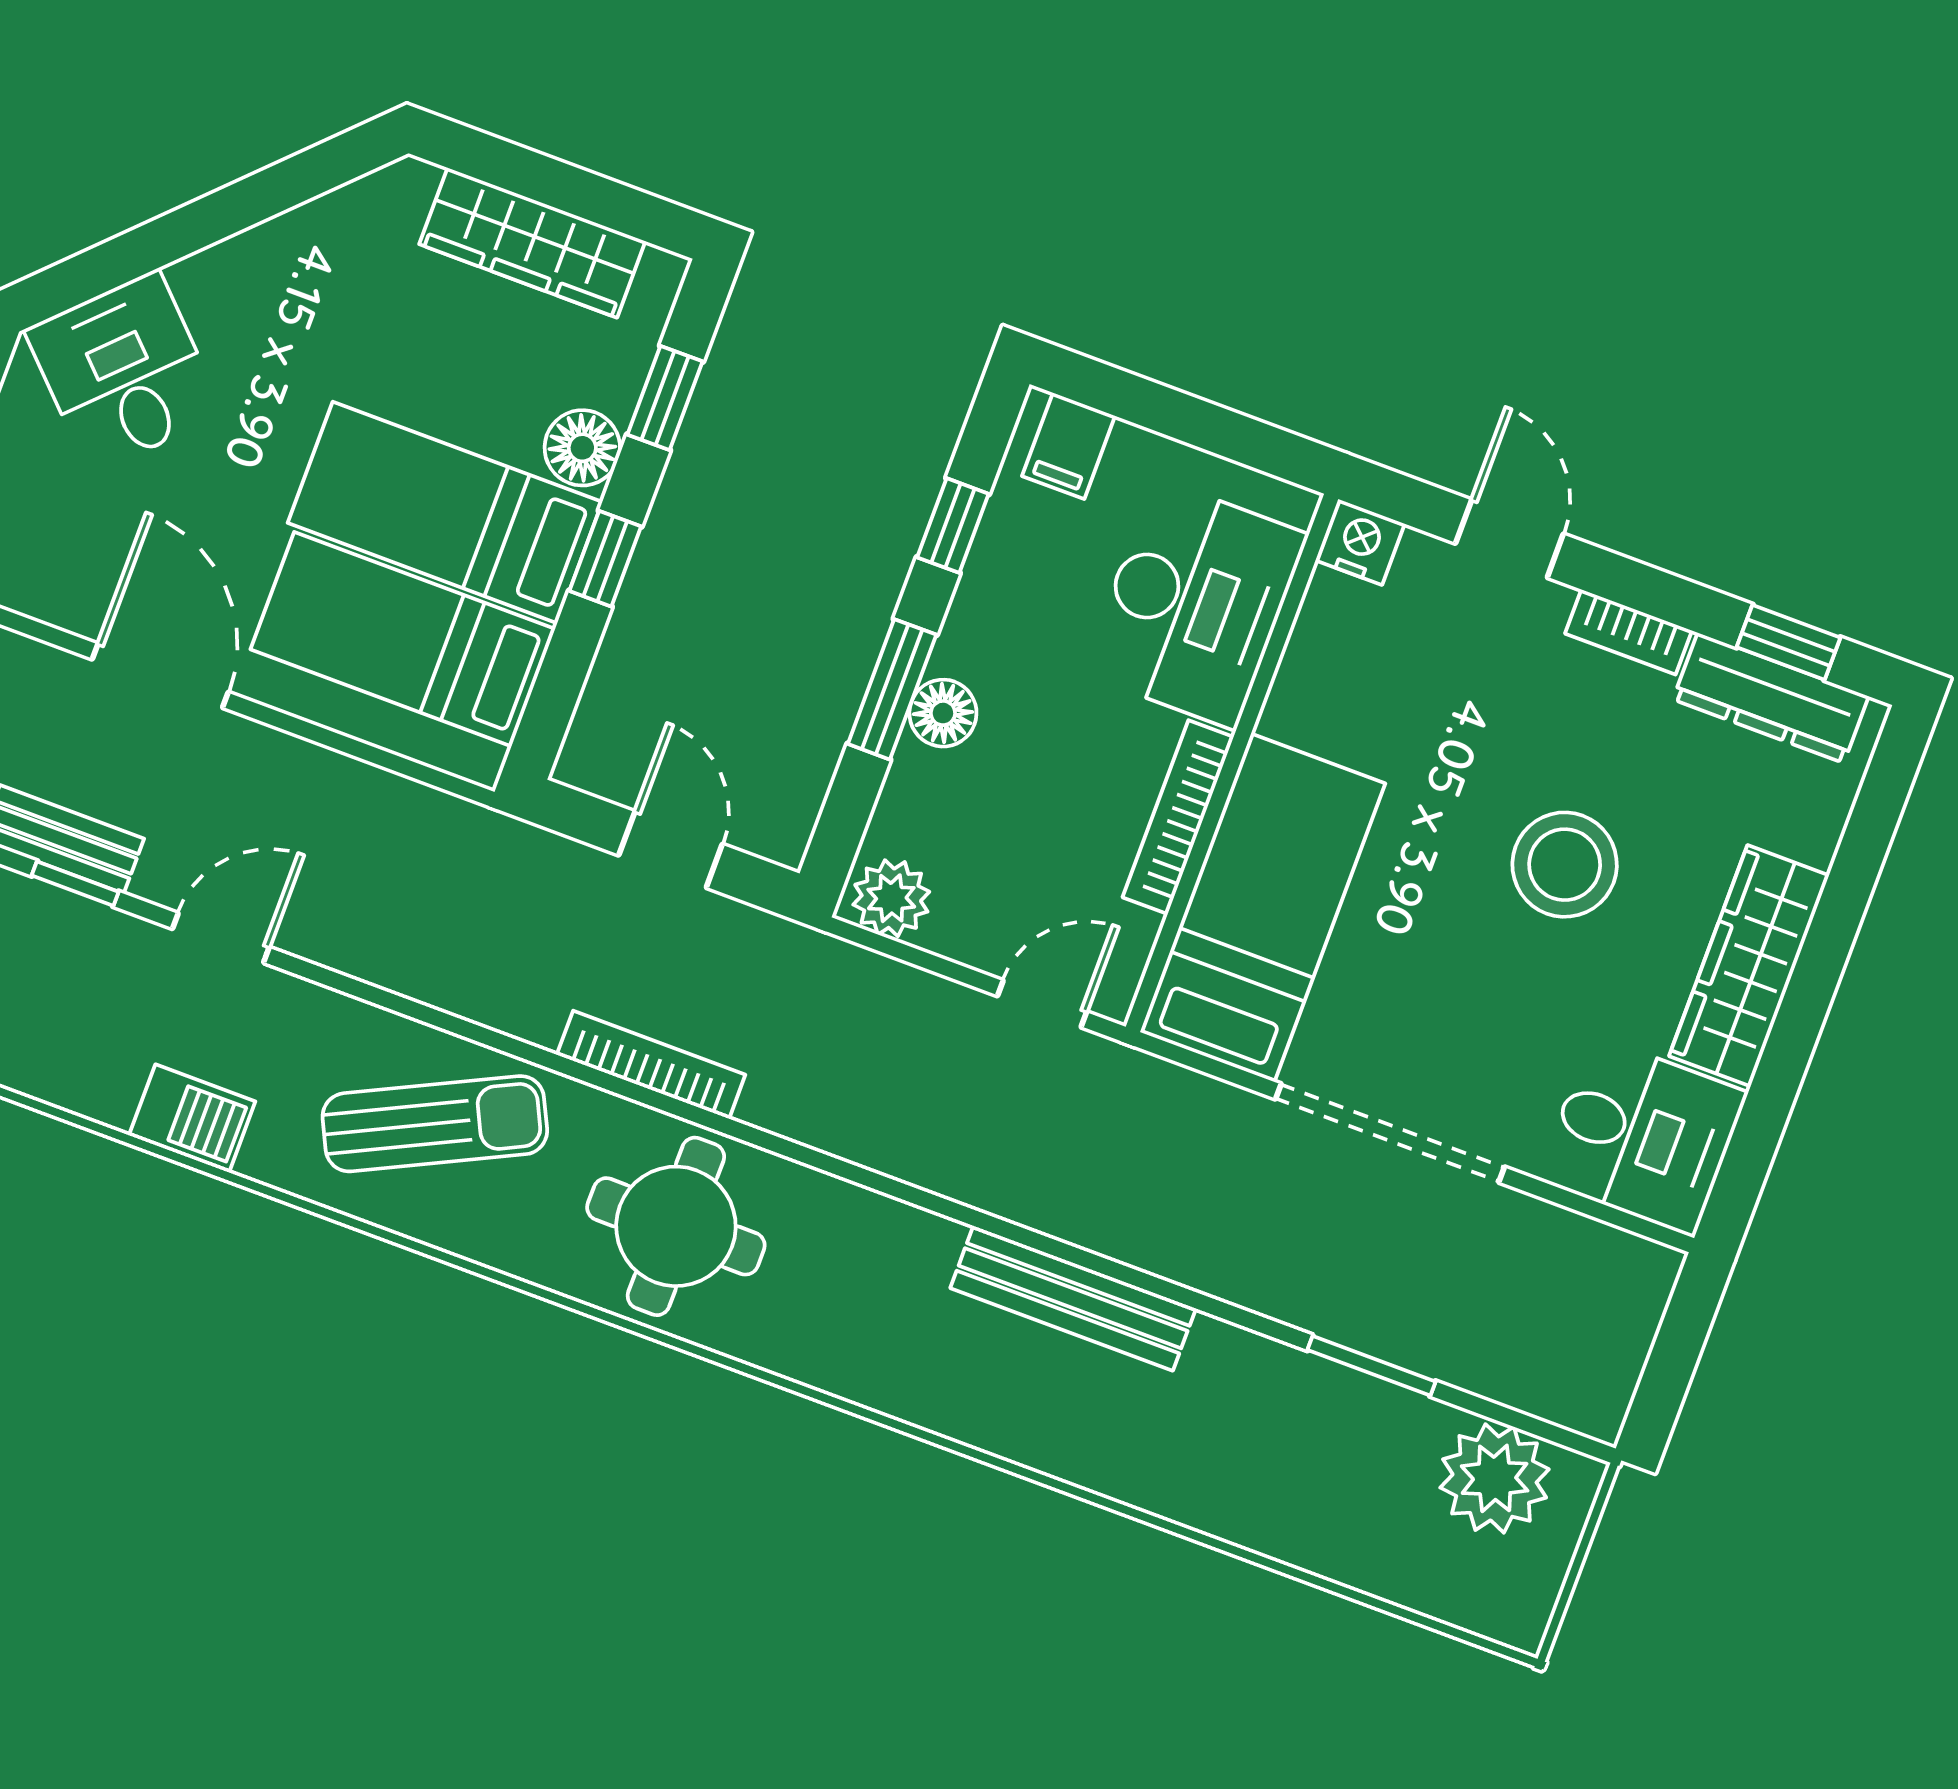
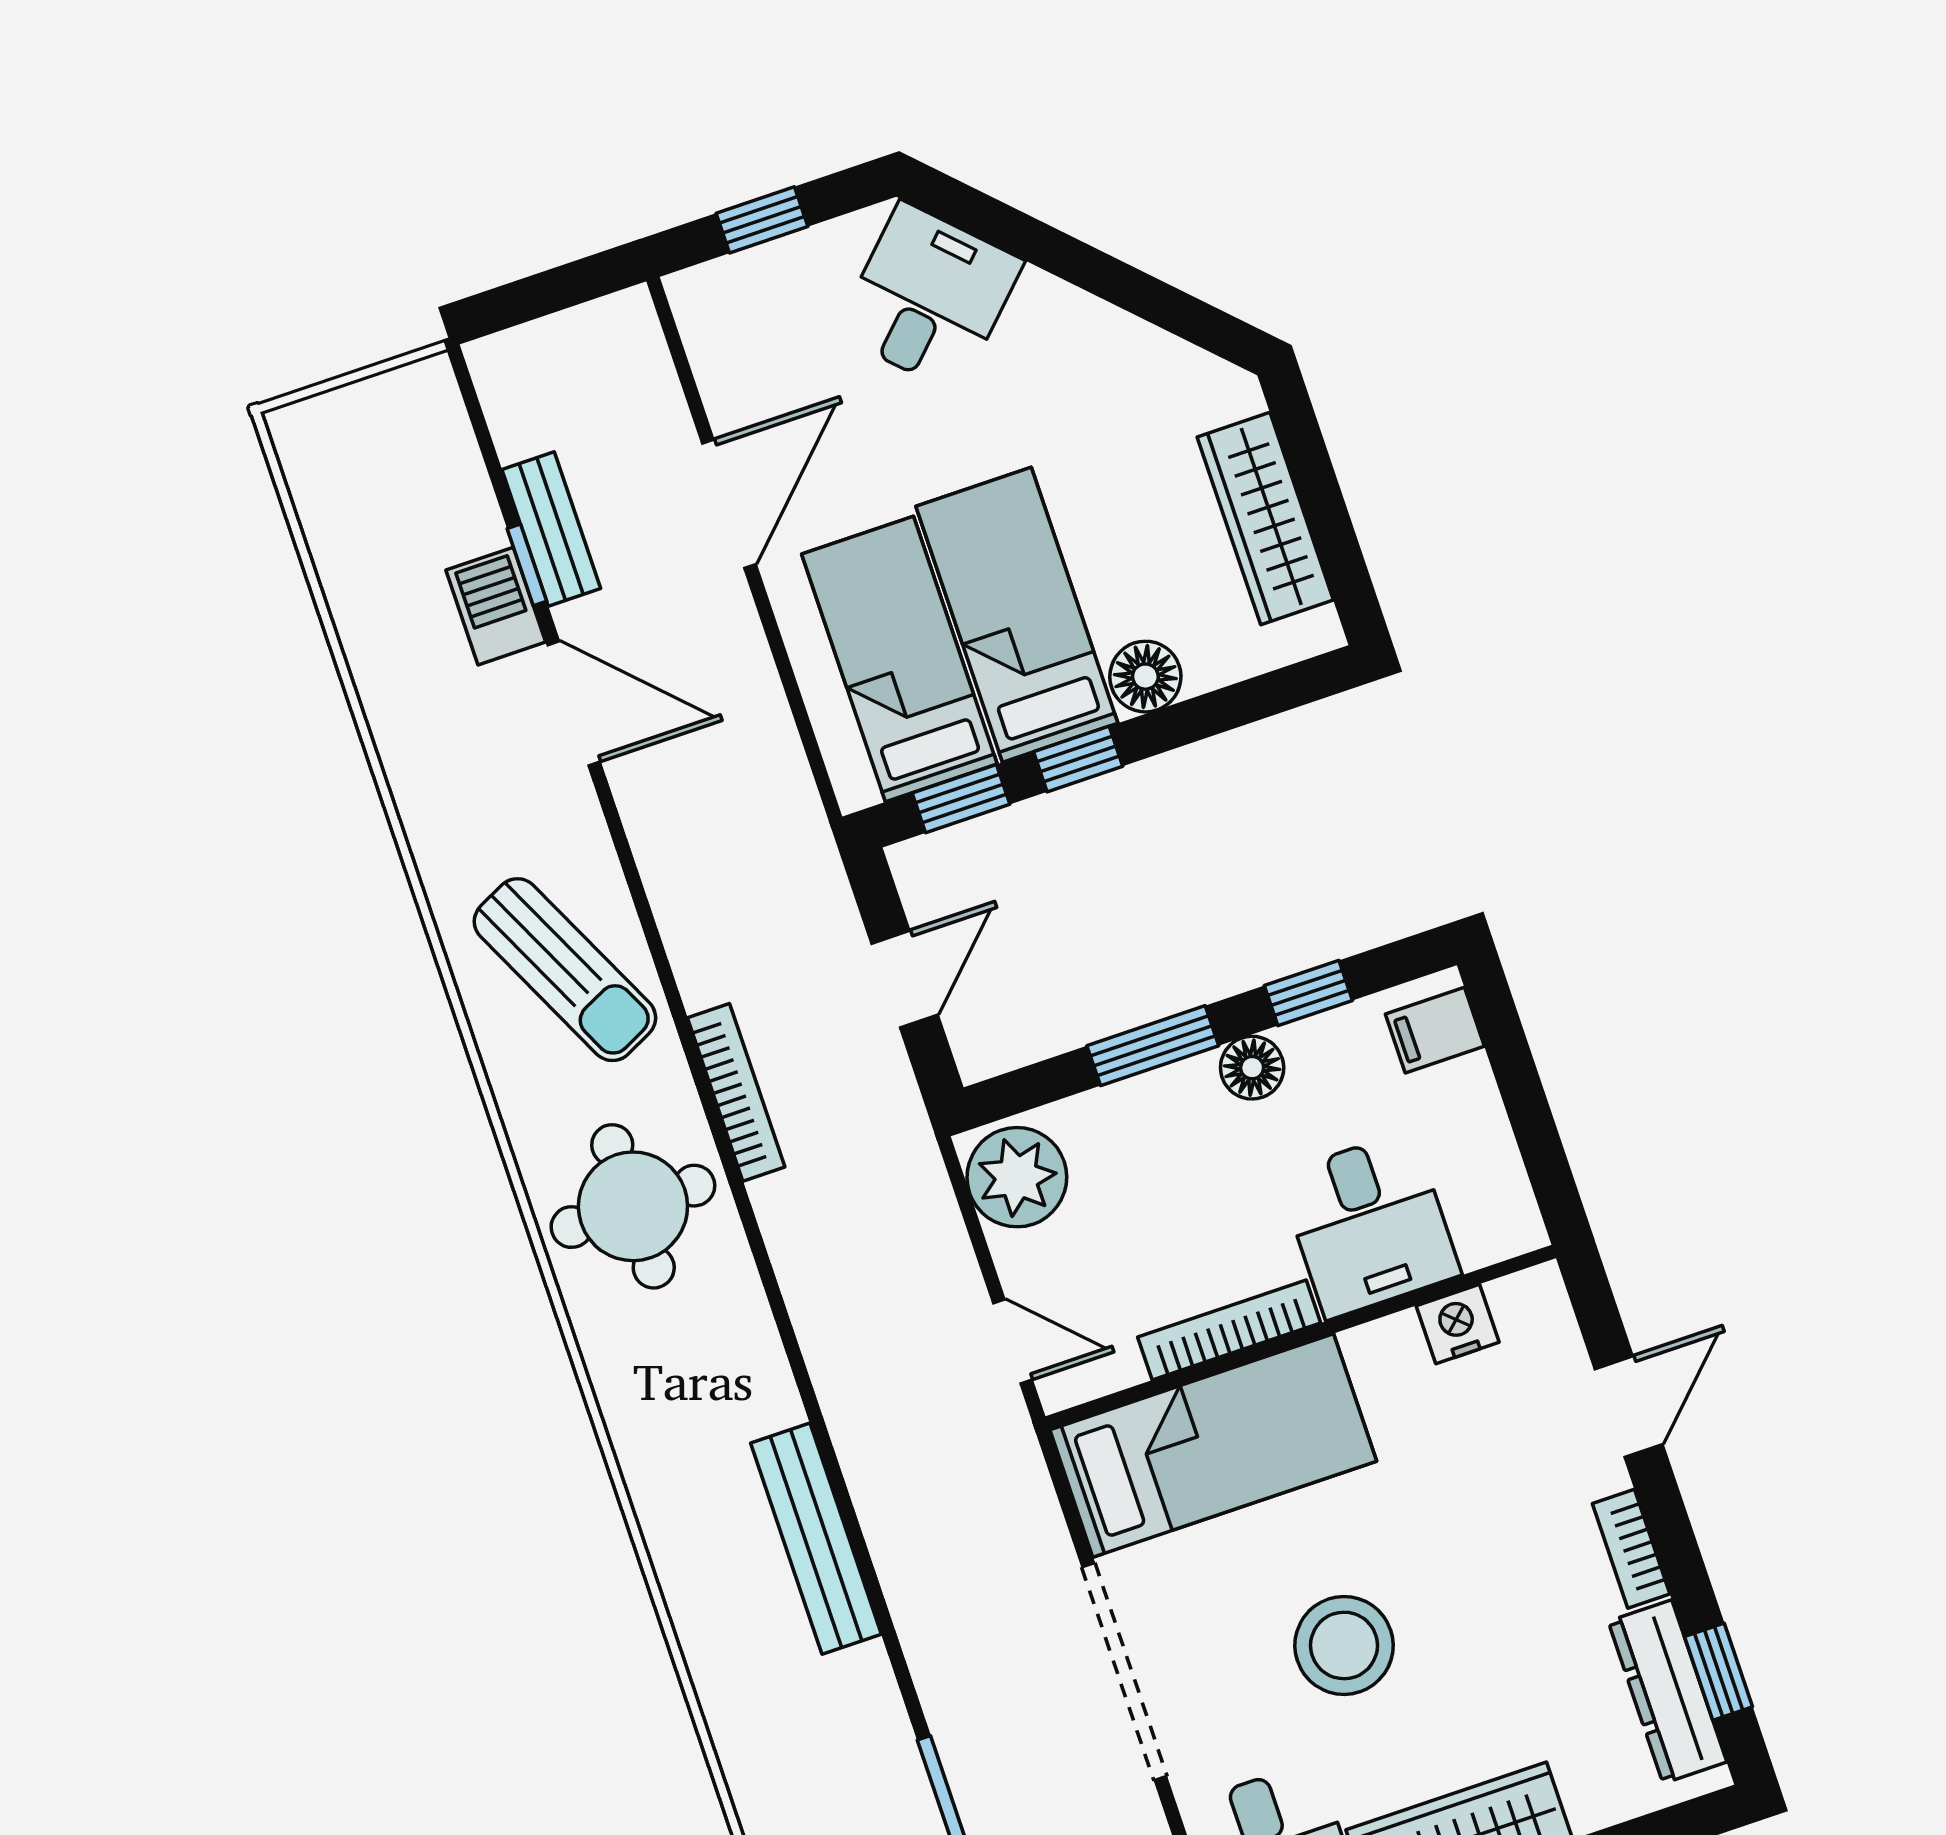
window: (665, 398) -> (961, 799), moved
nightstand: (1360, 542) -> (1458, 1324), moved, turned -90
desk: (1195, 604) -> (1369, 1225), width x0.73
floor lamp: (943, 713) -> (1252, 1068), moved
stool: (1565, 865) -> (1344, 1645), moved
plant: (891, 898) -> (1017, 1177), width x1.36, depth x1.36
door: (221, 938) -> (574, 703), width x1.38
barbecue: (192, 1118) -> (496, 606), moved, turned 180

